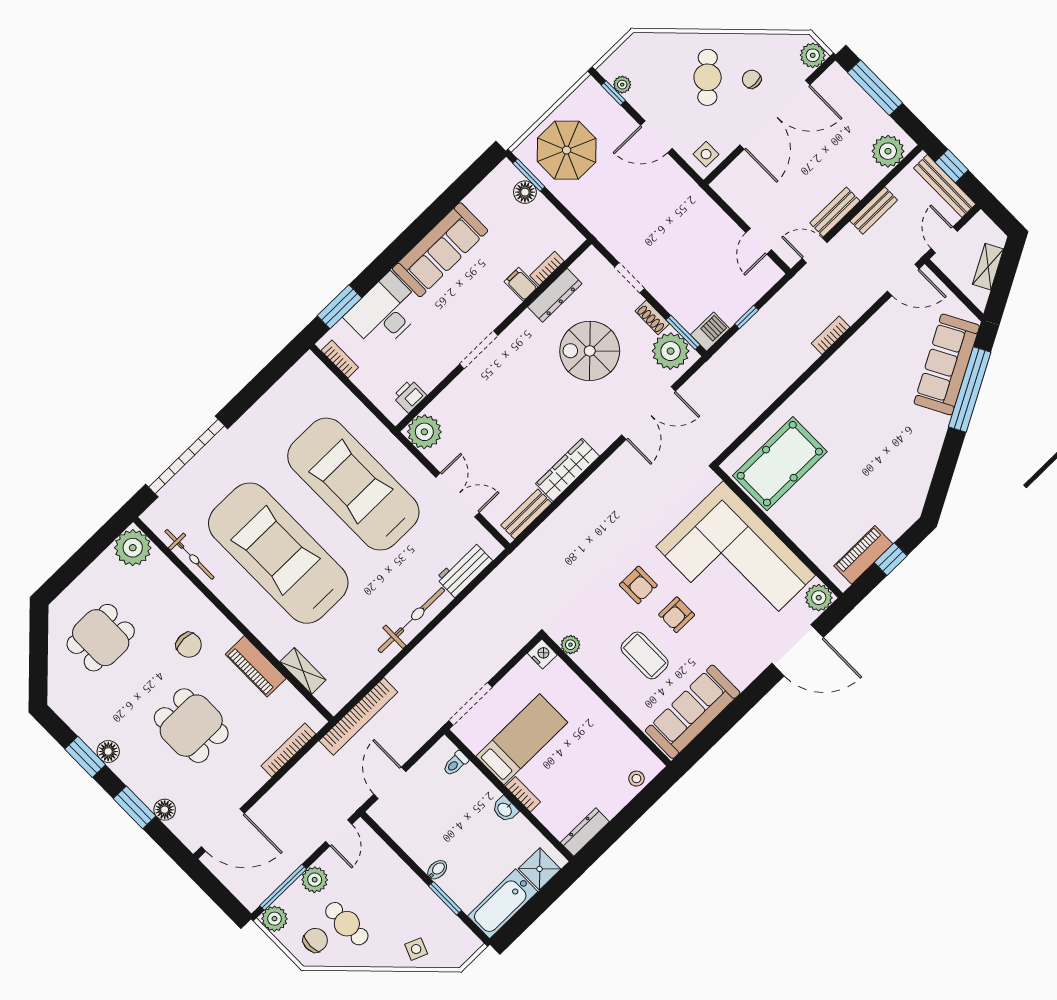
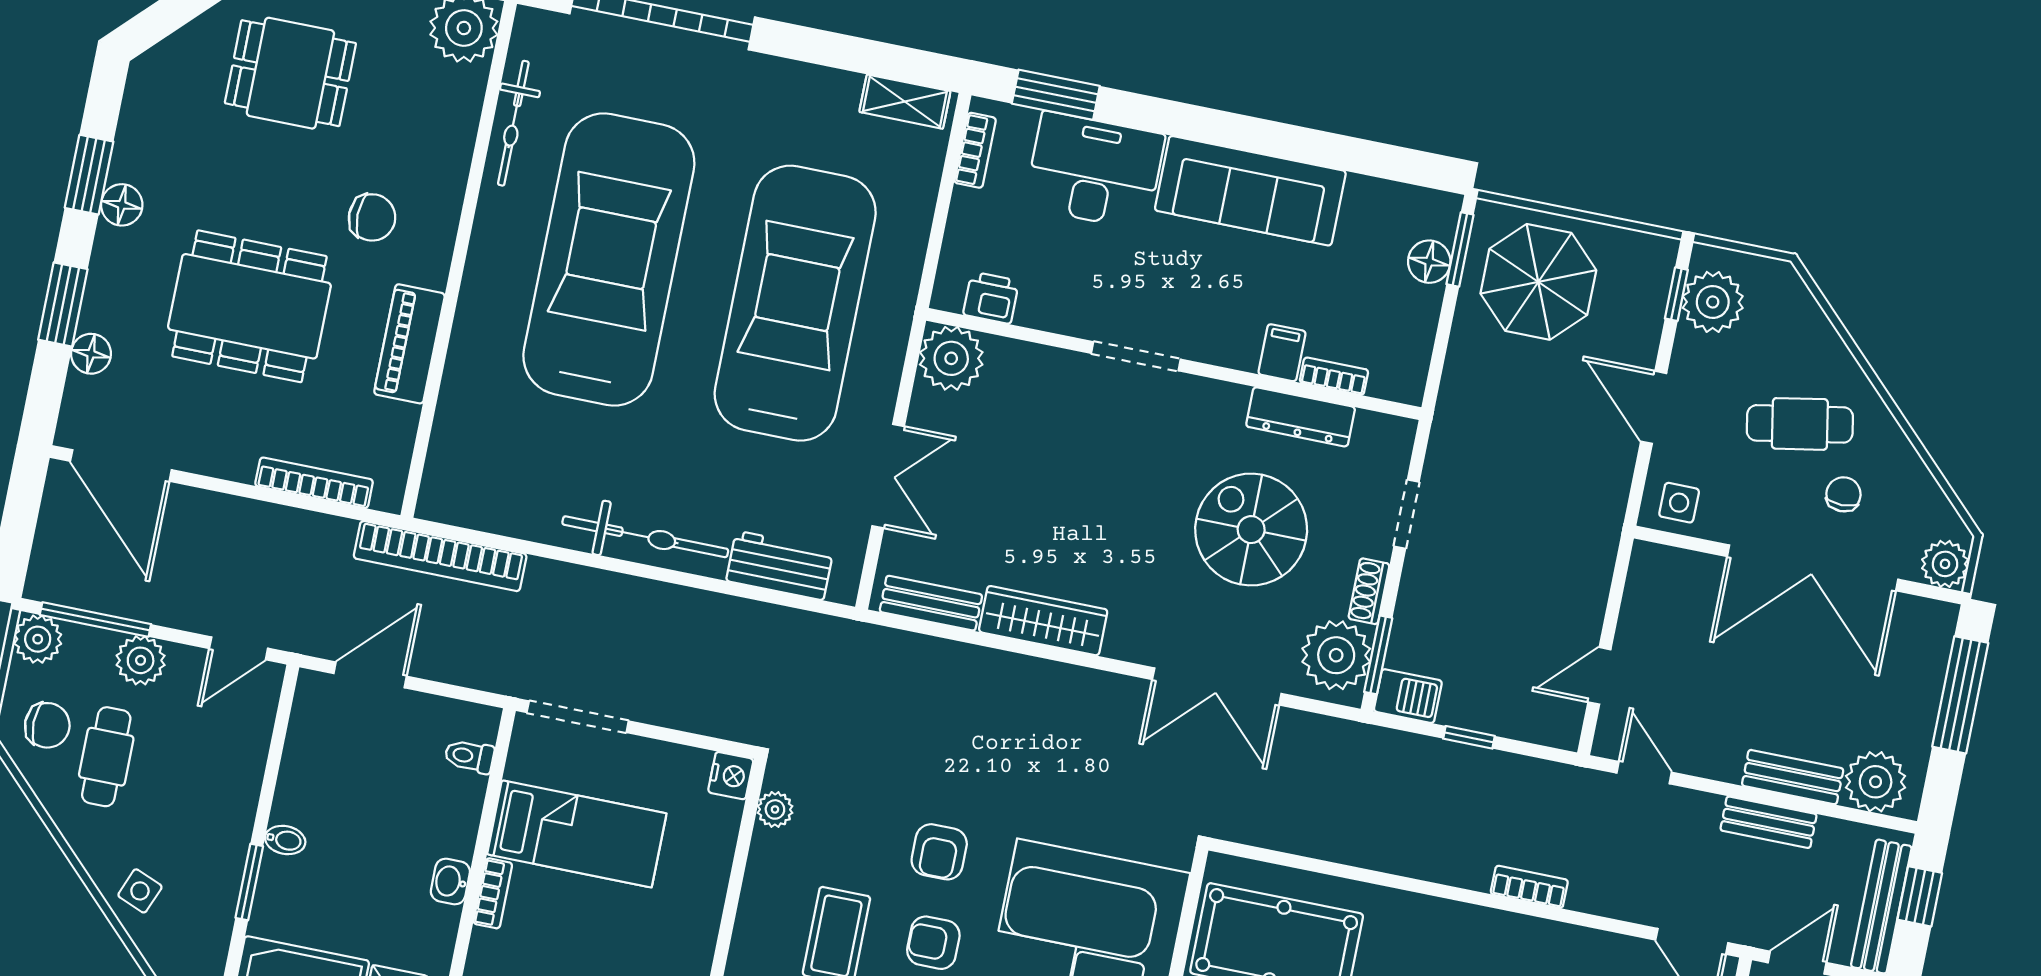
cafe table: (708, 77) -> (1800, 424), turned 35
plant: (622, 85) -> (1713, 302), width x1.88, depth x1.88
bench: (835, 212) -> (1793, 777), moved
chair: (189, 645) -> (372, 217), turned -90
shelving: (303, 671) -> (905, 102), moved, turned 90
dining table: (191, 726) -> (249, 306), width x1.38

